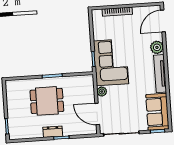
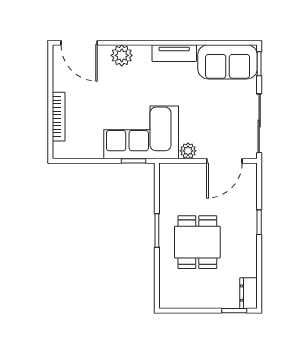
tv unit: (160, 74) -> (174, 53), width x0.71
dresser: (53, 132) -> (248, 293), moved

